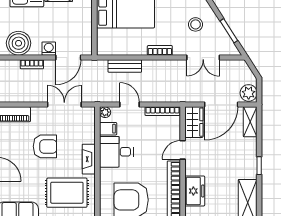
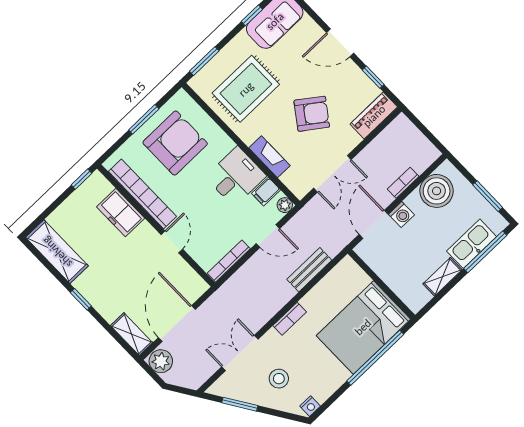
wardrobe: (194, 122) -> (187, 280), removed
armchair: (45, 146) -> (312, 114), turned -144
fireplace: (89, 159) -> (269, 157), moved

